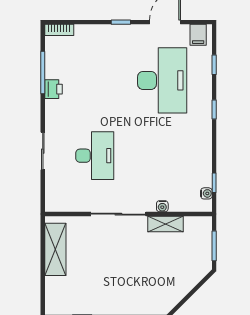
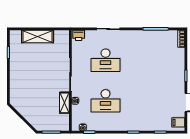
desk: (162, 80) -> (106, 101), moved, width x0.73, depth x0.77
printer: (53, 89) -> (79, 35), moved
shelving: (55, 249) -> (38, 36), moved

